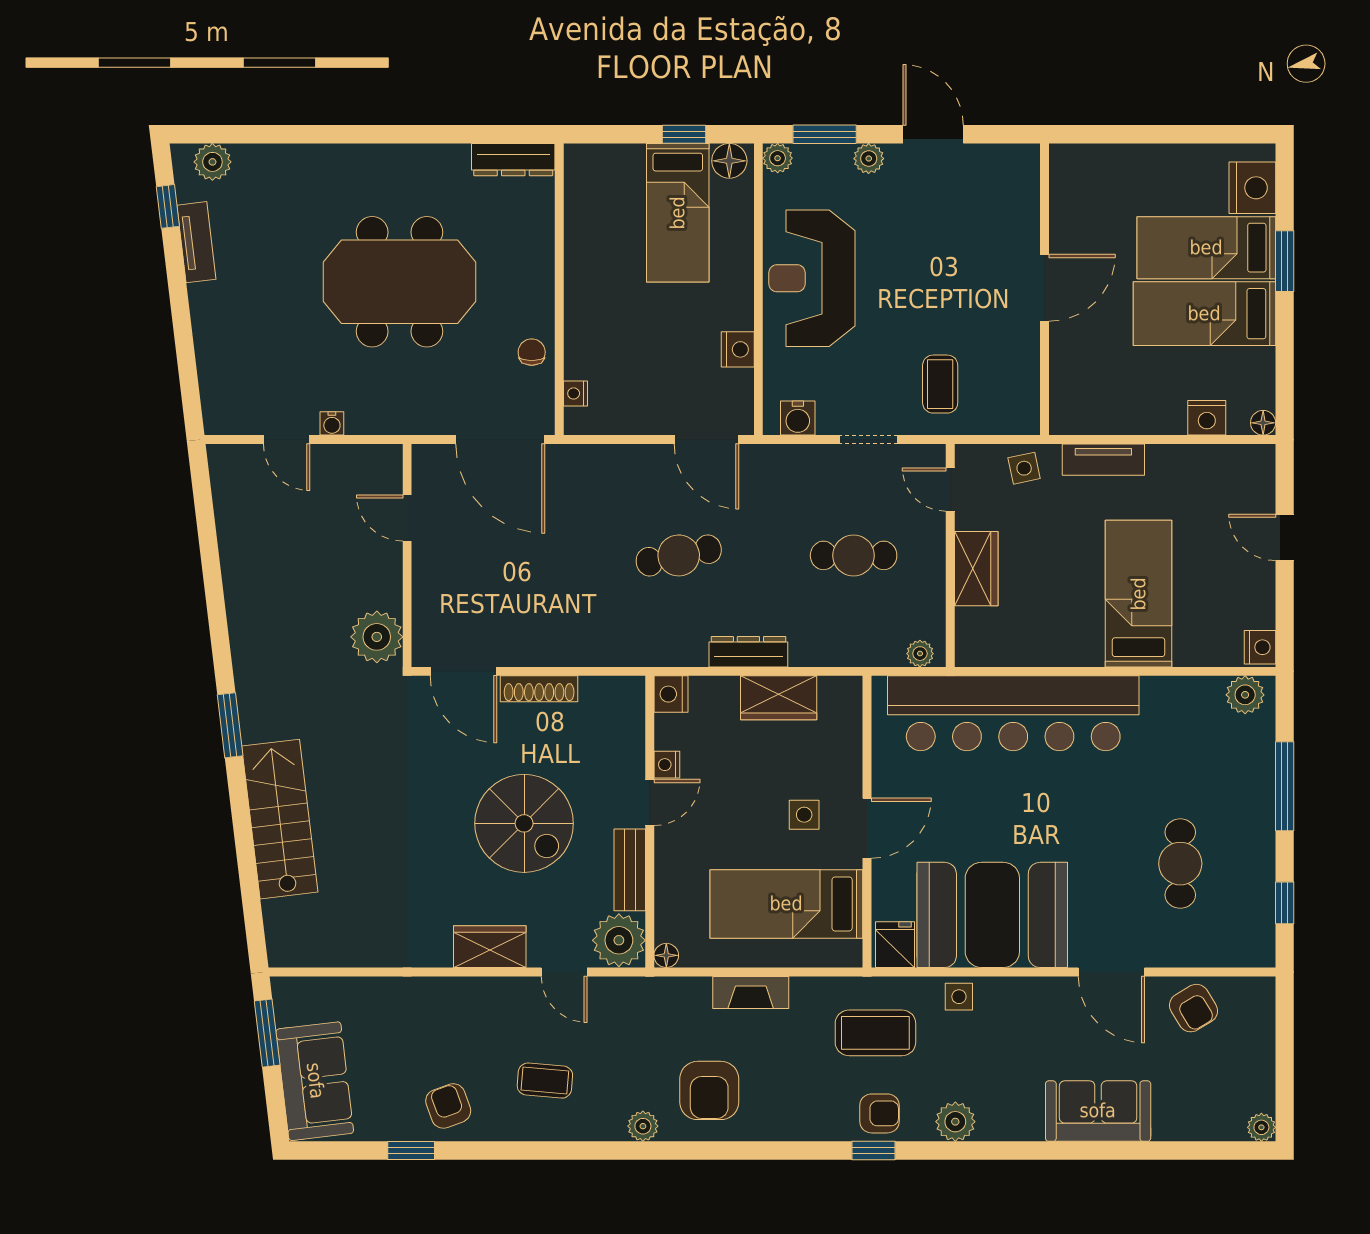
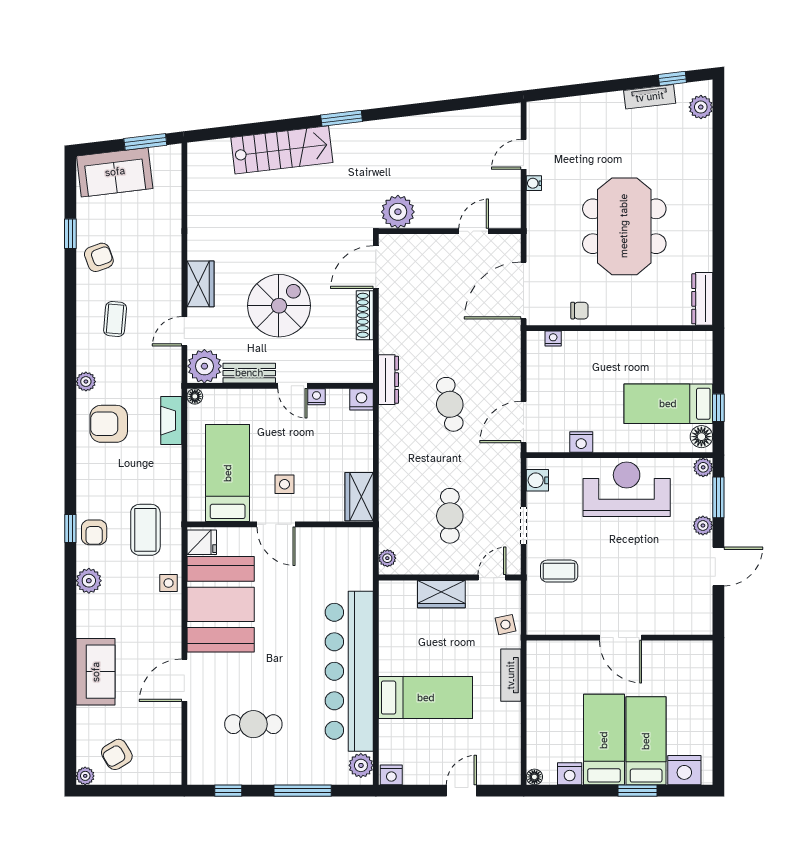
nightstand: (1207, 418) -> (570, 774), moved, turned -90
dresser: (748, 652) -> (388, 380), moved
wardrobe: (779, 698) -> (359, 497), moved
bar counter: (1013, 713) -> (349, 671), moved
spiral stairs: (524, 823) -> (279, 306), turned 180
fireplace: (751, 992) -> (171, 421), moved
armchair: (1194, 1008) -> (117, 754), moved

